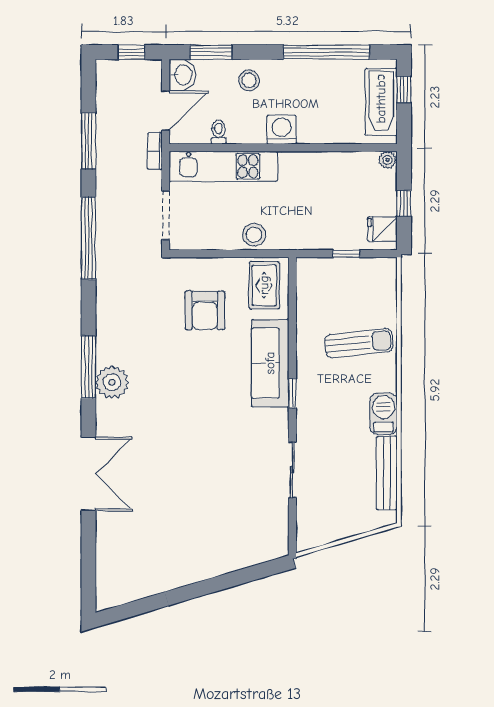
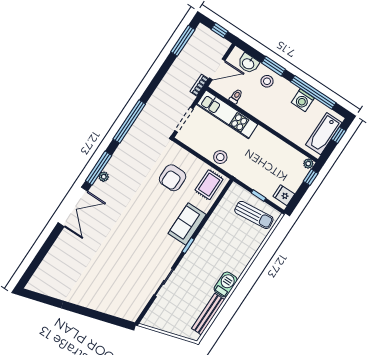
window: (211, 52) -> (274, 66), moved
washbasin: (183, 75) -> (248, 63), moved, turned 90
washing machine: (282, 130) -> (303, 100), moved, turned 180
window: (89, 141) -> (183, 41), moved
window: (404, 203) -> (311, 177), moved
window: (89, 238) -> (129, 122), moved
sun lounger: (359, 343) -> (254, 215), moved
sofa: (270, 363) -> (187, 224), width x0.73
plant: (112, 382) -> (104, 177), width x0.53, depth x0.53
double door: (89, 474) -> (73, 207), moved

